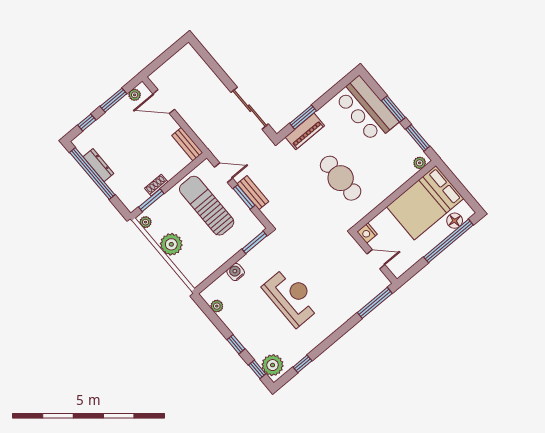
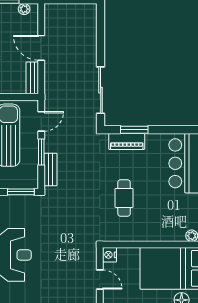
door: (164, 102) -> (41, 48), moved
door: (223, 173) -> (41, 121), hinge flipped
cafe table: (341, 178) -> (124, 198), width x0.73, depth x0.74
bench: (253, 193) -> (51, 170), moved

